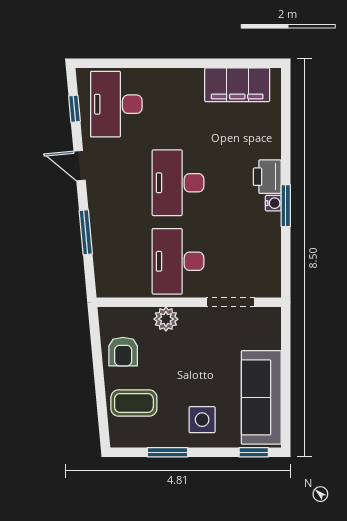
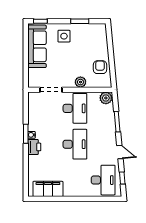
plant: (110, 284) -> (106, 98), added
coffee table: (134, 403) -> (95, 44), removed

